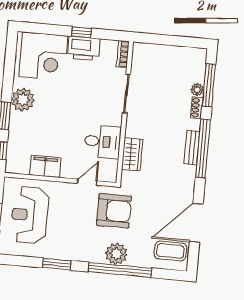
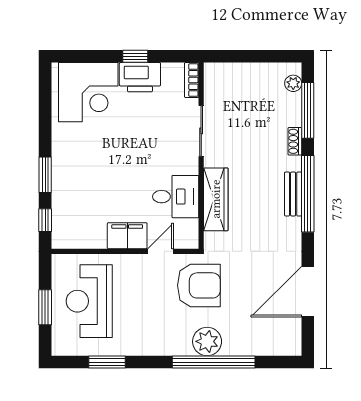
plant: (197, 90) -> (293, 83), moved
plant: (23, 100) -> (67, 151), removed
wardrobe: (132, 154) -> (216, 199), width x1.50
filing cabinet: (45, 166) -> (127, 236), moved
coffee table: (170, 251) -> (277, 331), removed
window: (57, 264) -> (107, 362), moved

